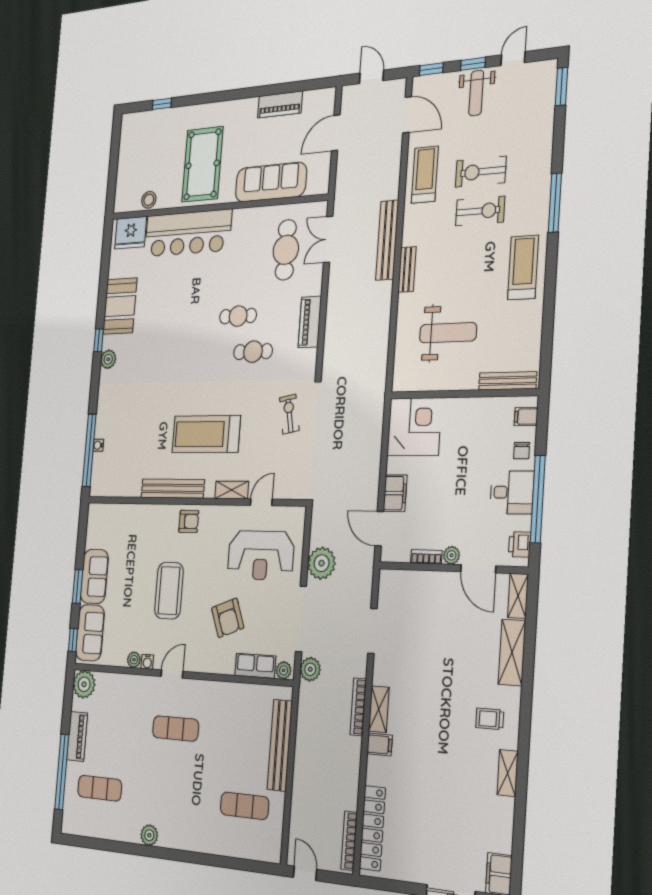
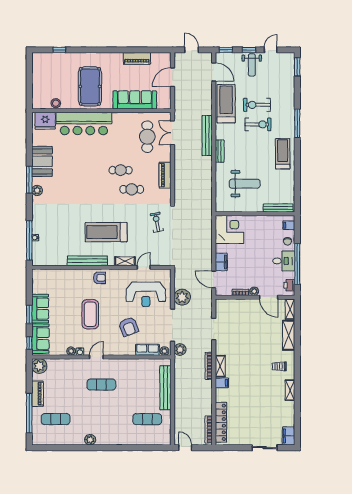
treadmill: (425, 175) -> (226, 104), width x1.37, depth x1.38
window: (99, 340) -> (29, 180), width x2.17

